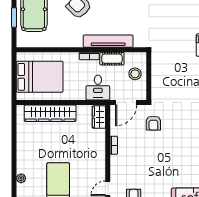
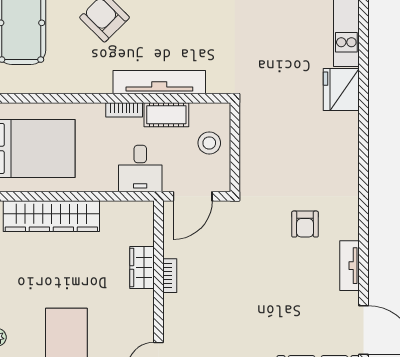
wardrobe: (99, 117) -> (142, 267), moved
armchair: (153, 123) -> (305, 224), moved

